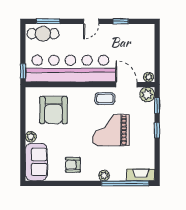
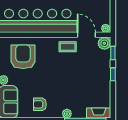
armchair: (53, 110) -> (23, 57), turned 180
grand piano: (111, 130) -> (73, 74), removed

